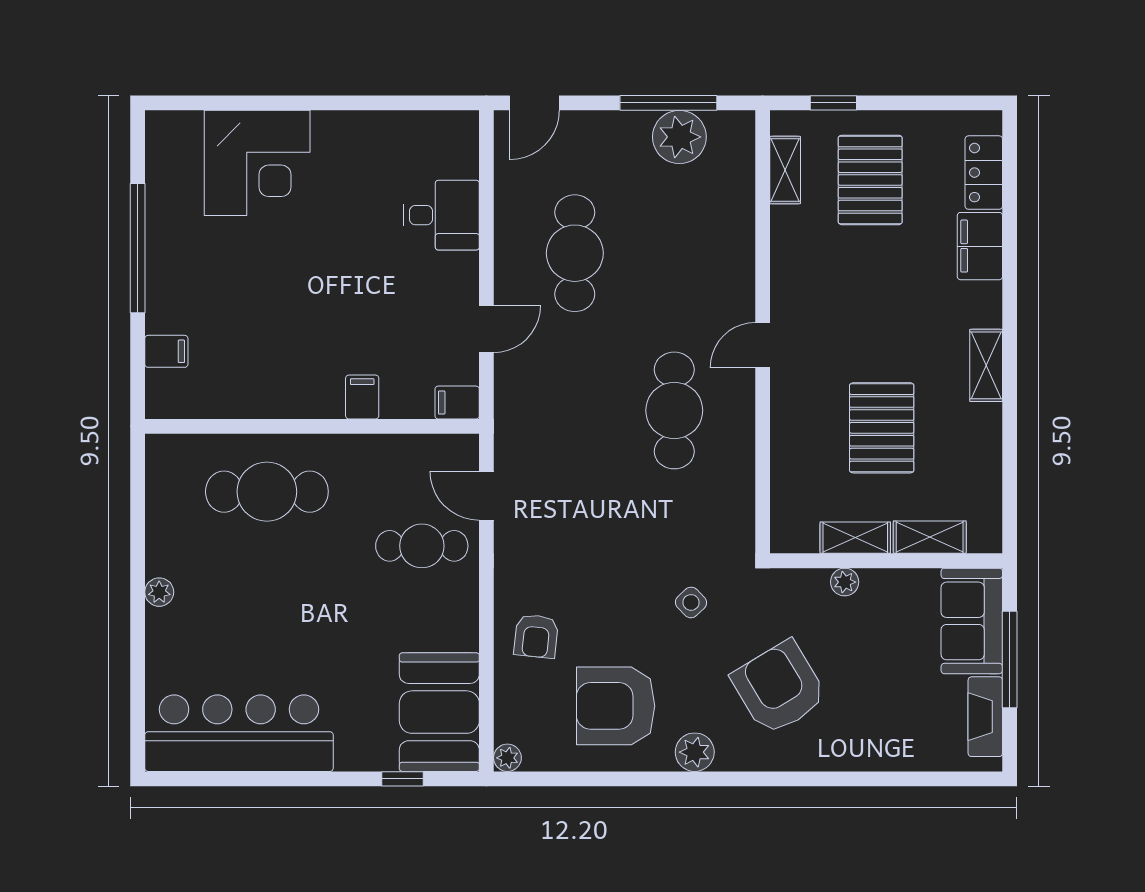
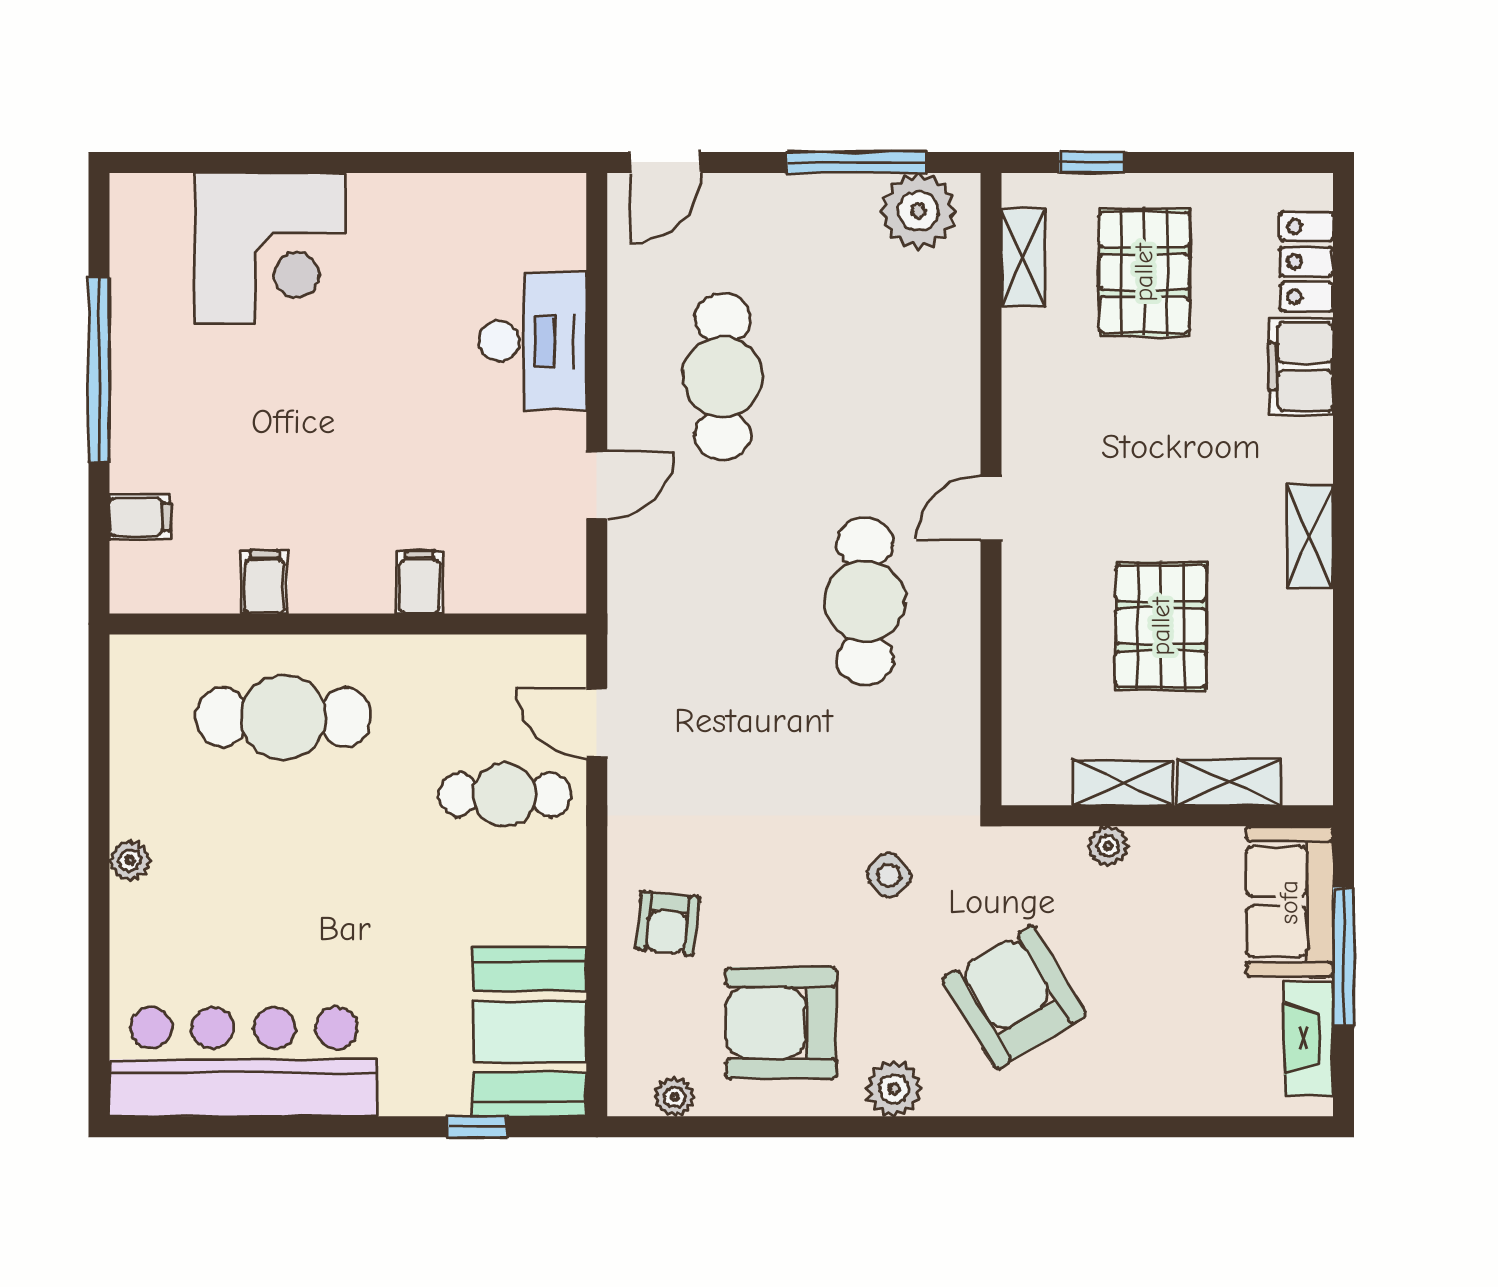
plant: (679, 137) -> (918, 211), moved
desk: (441, 215) -> (533, 341), width x1.37
filing cabinet: (457, 403) -> (264, 582), moved, turned 90
plant: (507, 758) -> (675, 1097), moved

